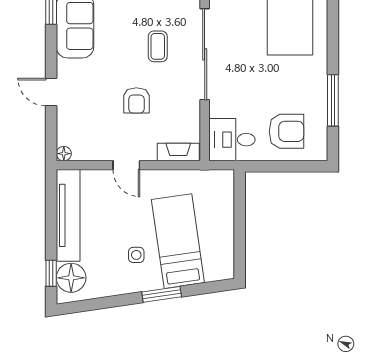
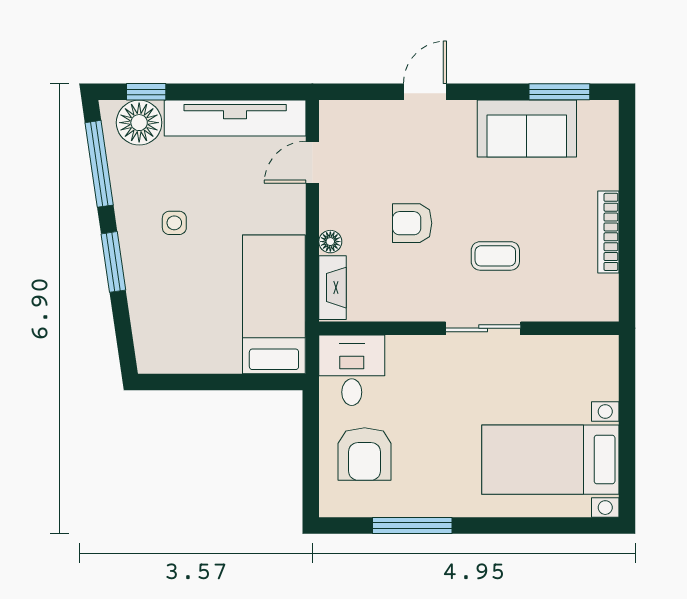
sliding door: (205, 54) -> (483, 328), width x0.54
floor lamp: (64, 154) -> (330, 242), moved
door: (126, 165) -> (312, 162), moved
bed: (178, 241) -> (274, 304), moved, turned -82
window: (98, 304) -> (99, 164), added

